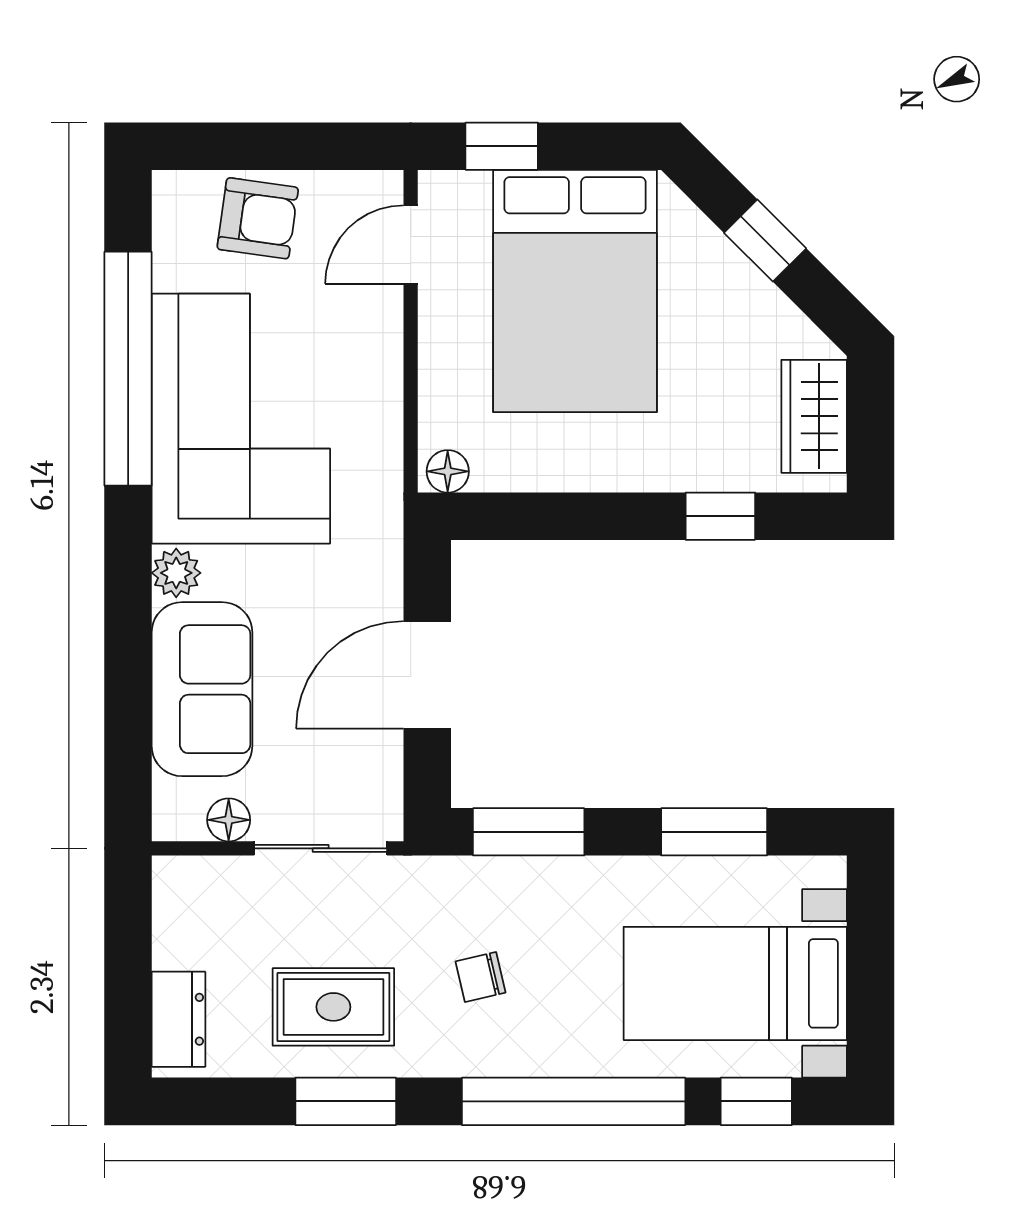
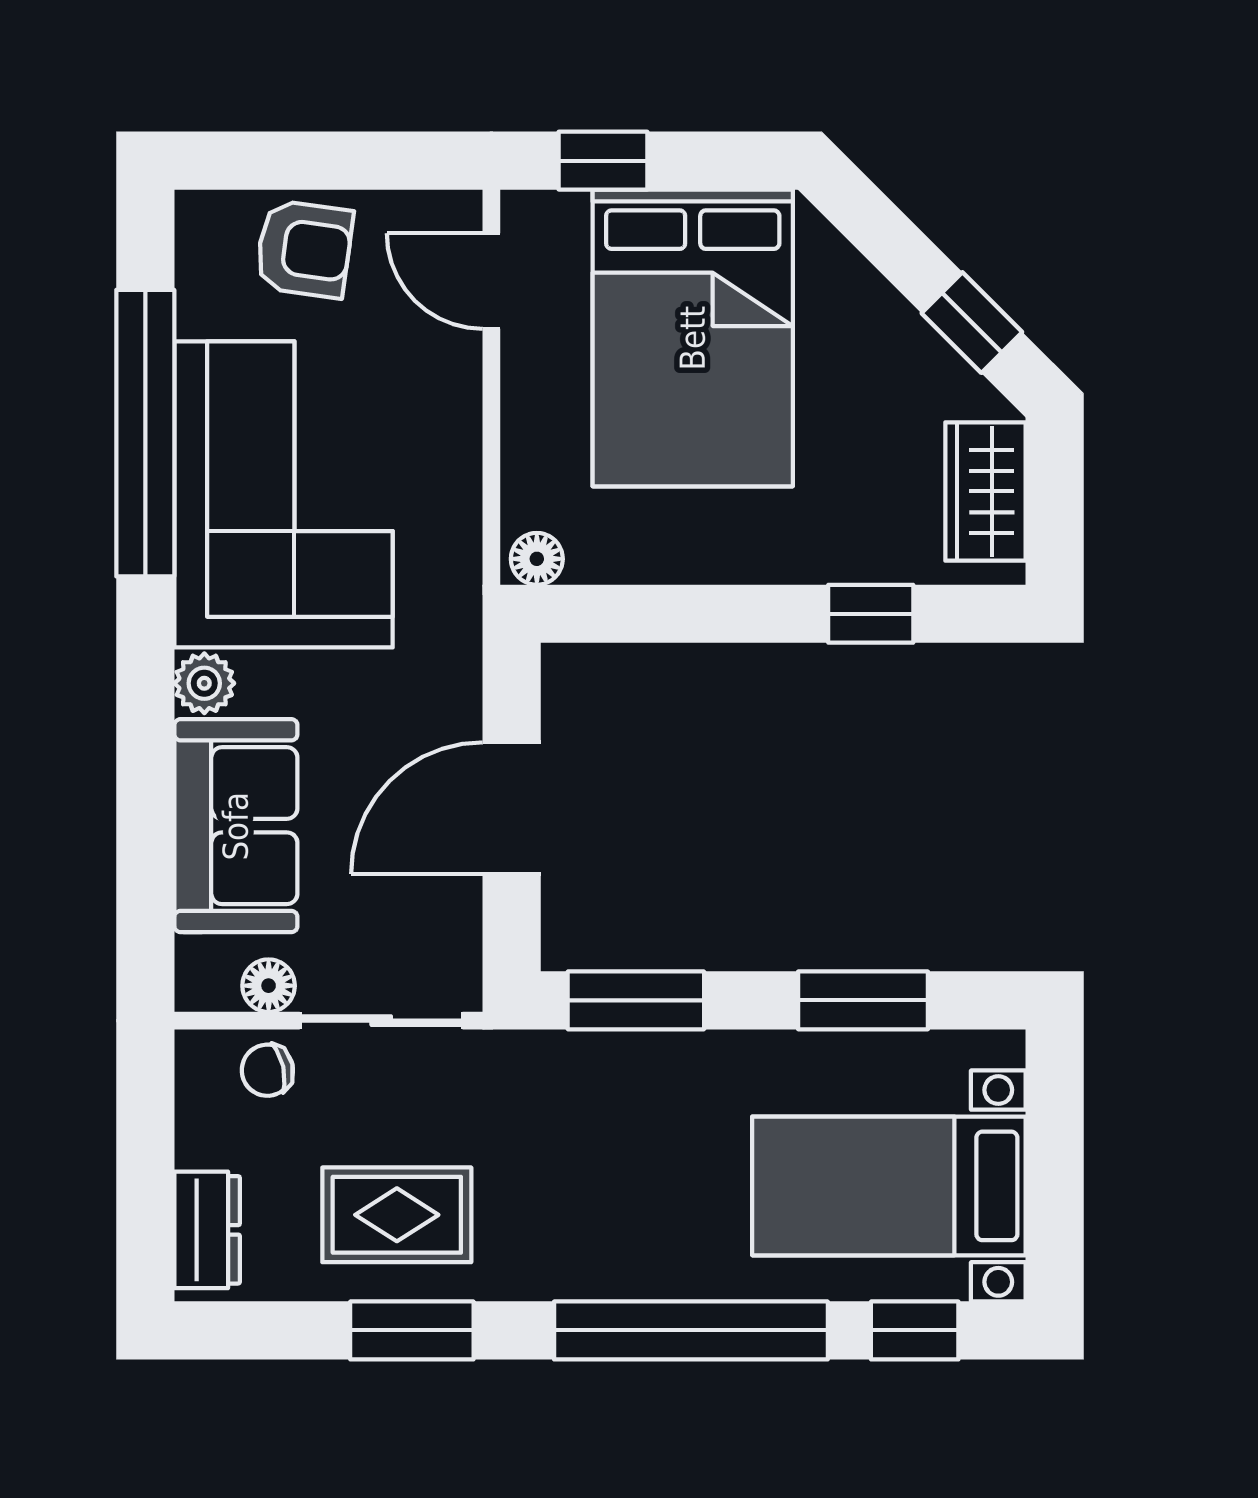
window: (765, 241) -> (972, 323), moved
door: (411, 244) -> (491, 281), hinge flipped
chair: (481, 977) -> (267, 1070), moved

